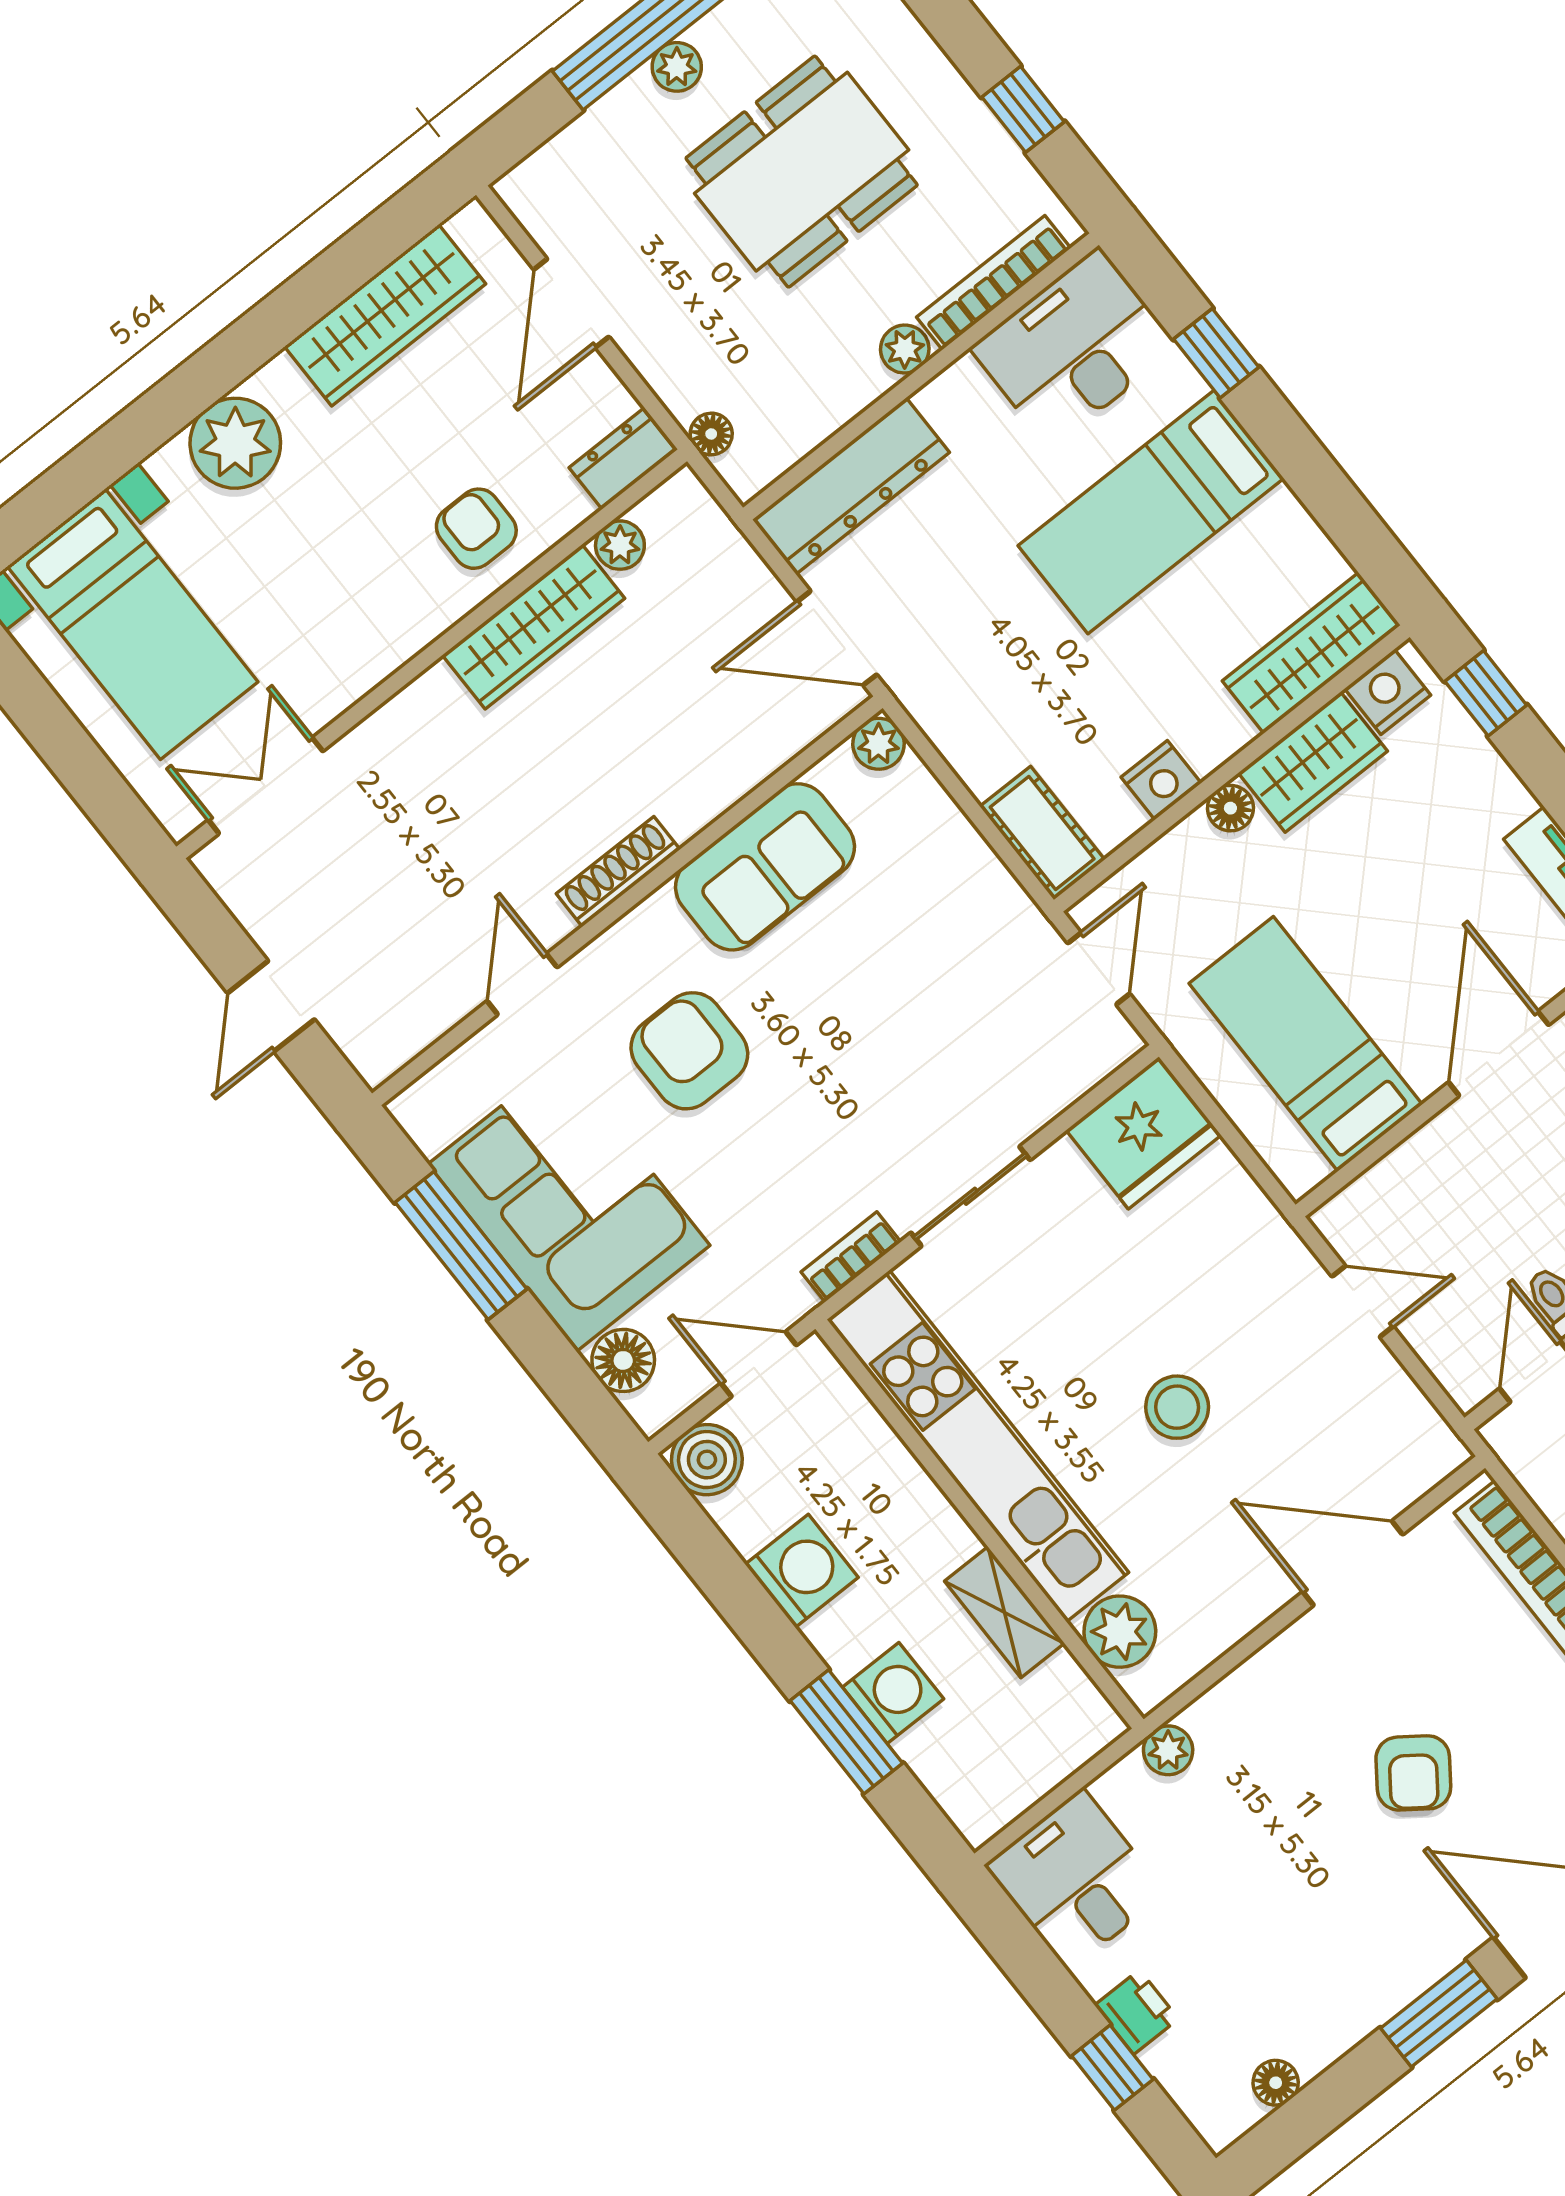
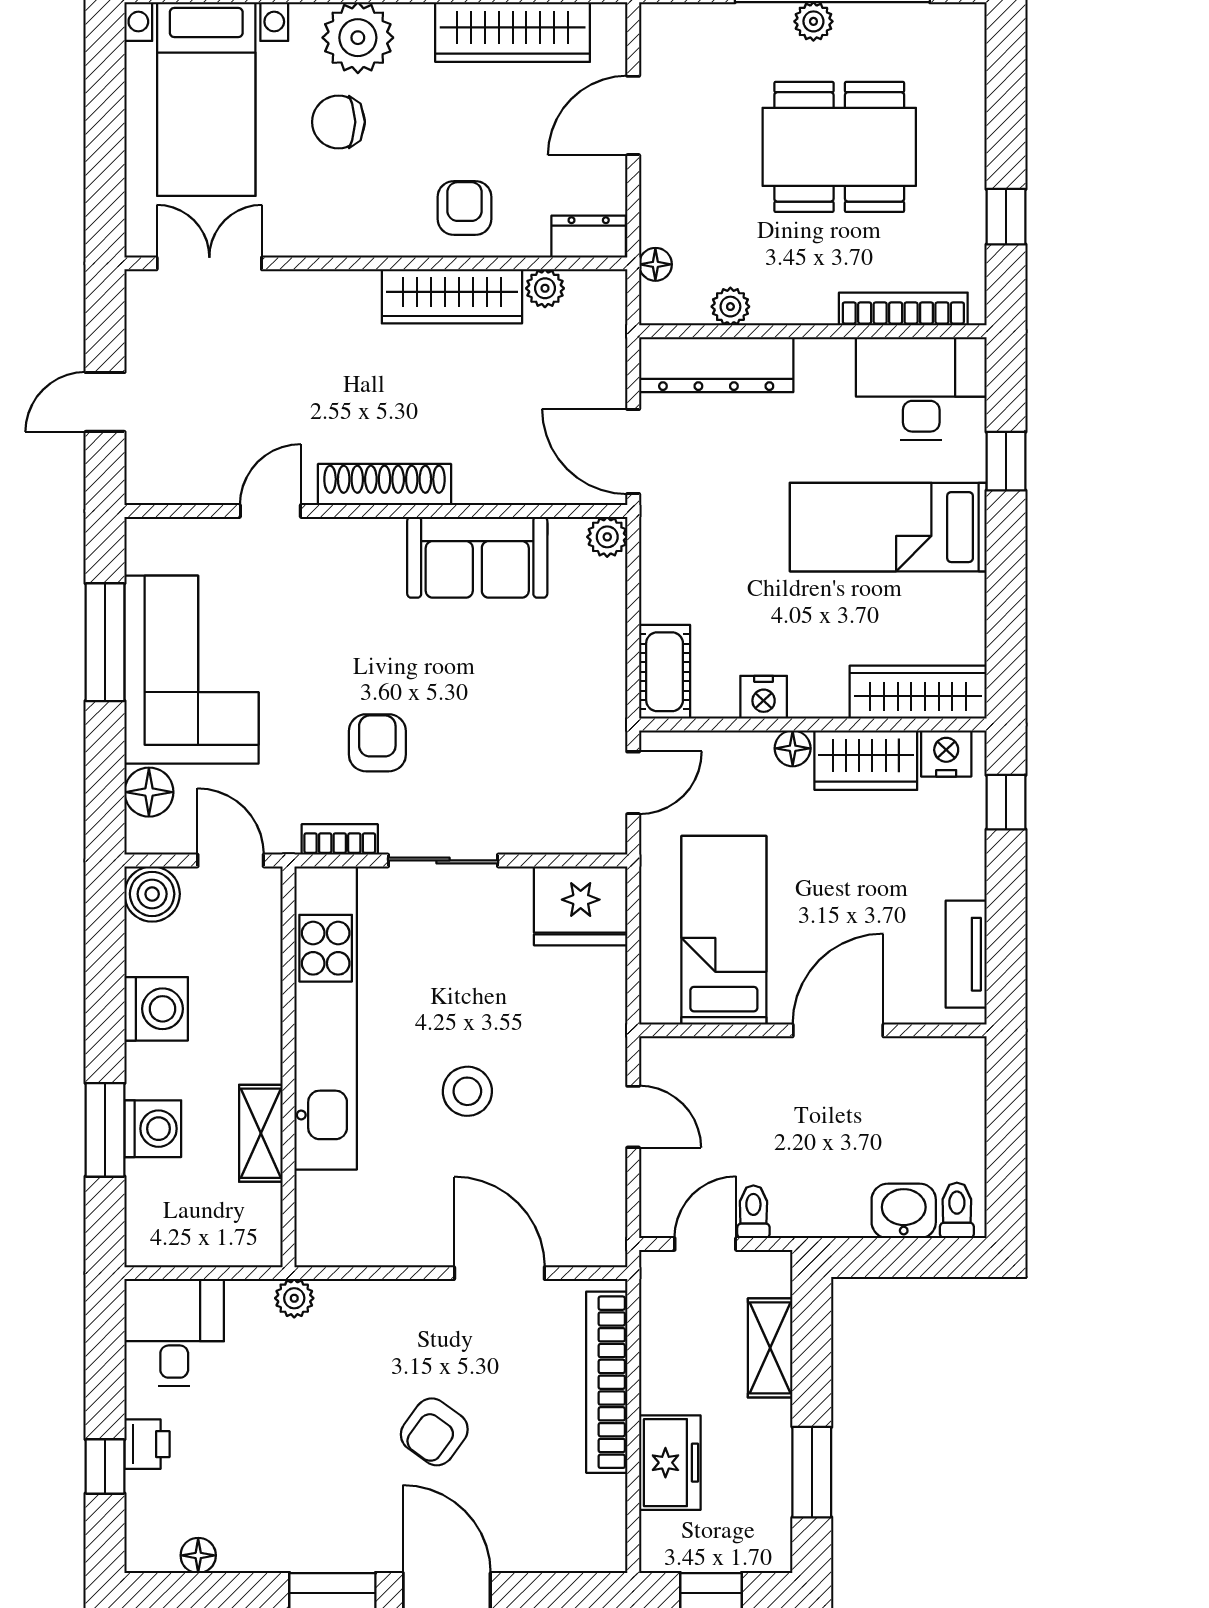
plant: (905, 349) -> (730, 307), moved
chair: (283, 543) -> (338, 122), added
shoe rack: (618, 872) -> (385, 485), width x1.36, depth x1.24
armchair: (689, 1051) -> (377, 743), moved, width x0.72, depth x0.72
plant: (1120, 1632) -> (322, 1202), removed

